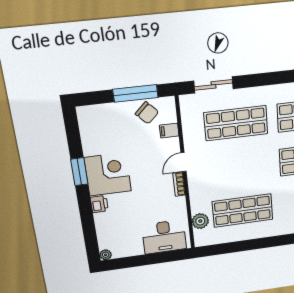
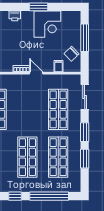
window: (268, 79) -> (85, 132), added
window: (136, 93) -> (85, 38), moved
corner desk: (108, 174) -> (47, 24), moved

